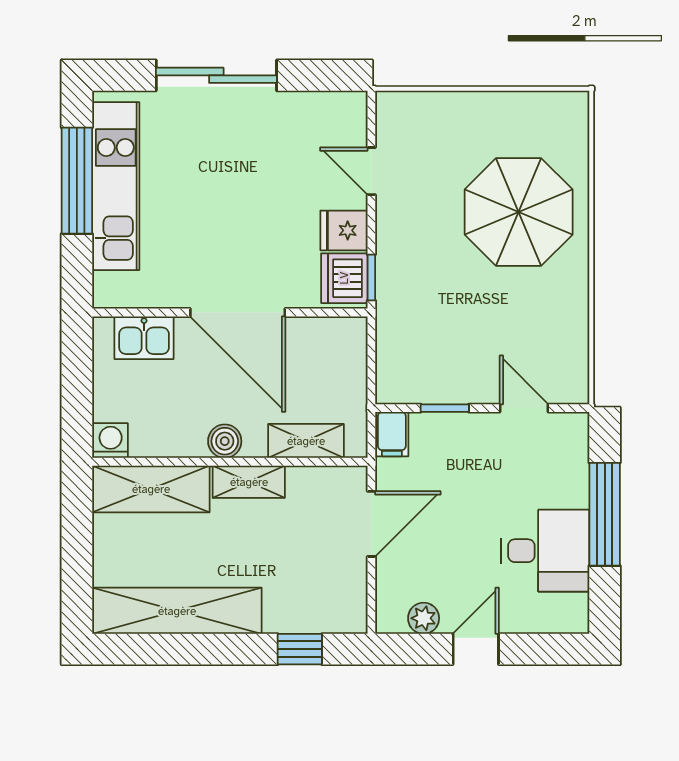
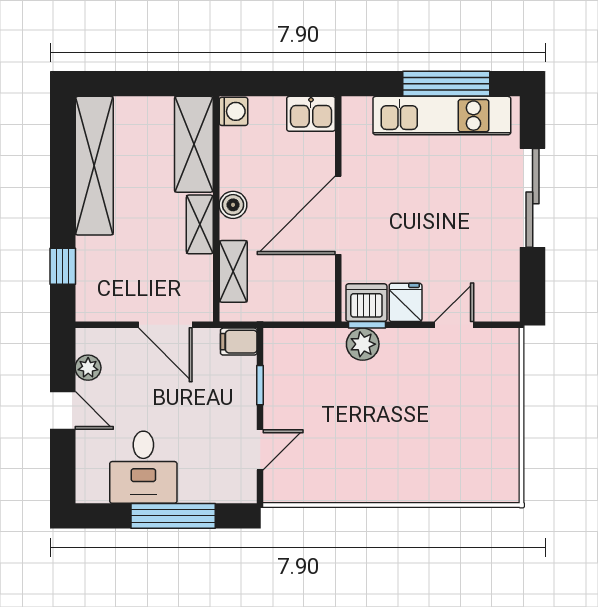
parasol: (519, 212) -> (421, 445), removed
plant: (395, 283) -> (363, 344), added
kitchen sink: (144, 338) -> (311, 114), moved, turned -90

